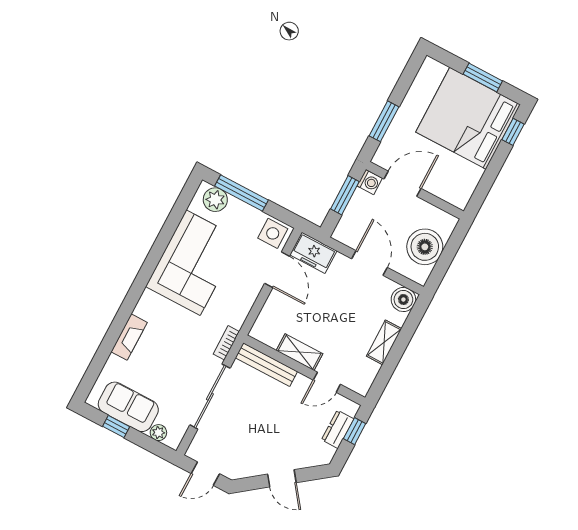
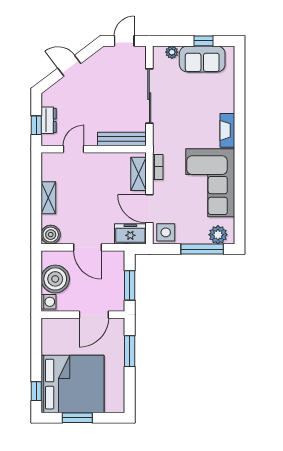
washing machine: (370, 182) -> (49, 302), moved, turned 180
fireplace: (129, 337) -> (227, 130), moved
bookcase: (226, 343) -> (158, 167), moved
shelving: (300, 352) -> (138, 174), moved, turned 90

